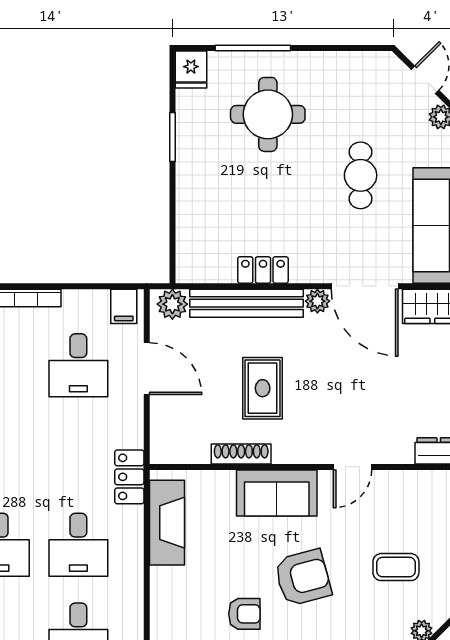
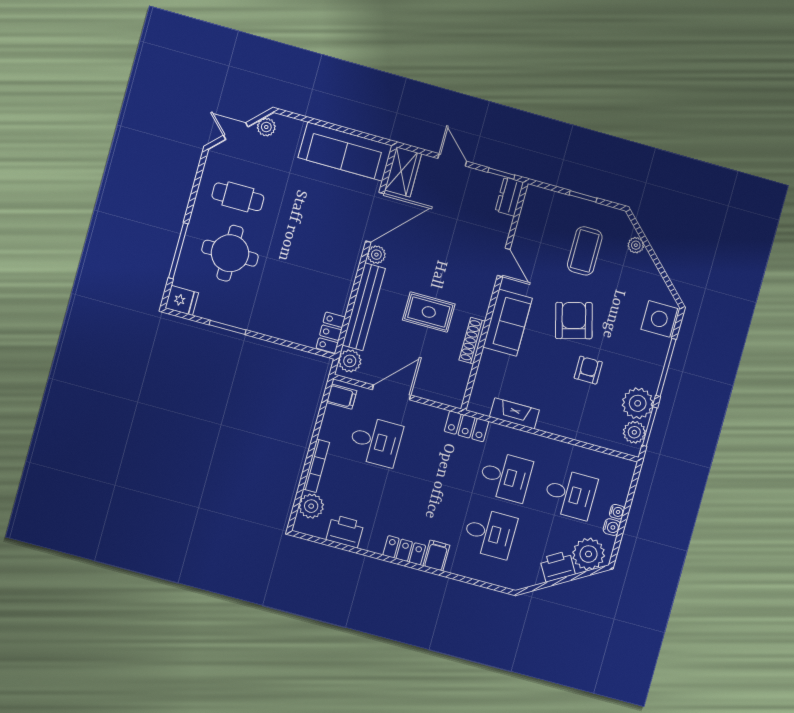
cafe table: (361, 175) -> (238, 197), moved
locker: (263, 270) -> (331, 333), moved
fireplace: (167, 523) -> (515, 413), width x0.73, depth x0.76
coffee table: (396, 567) -> (585, 251), width x1.36, depth x1.30

